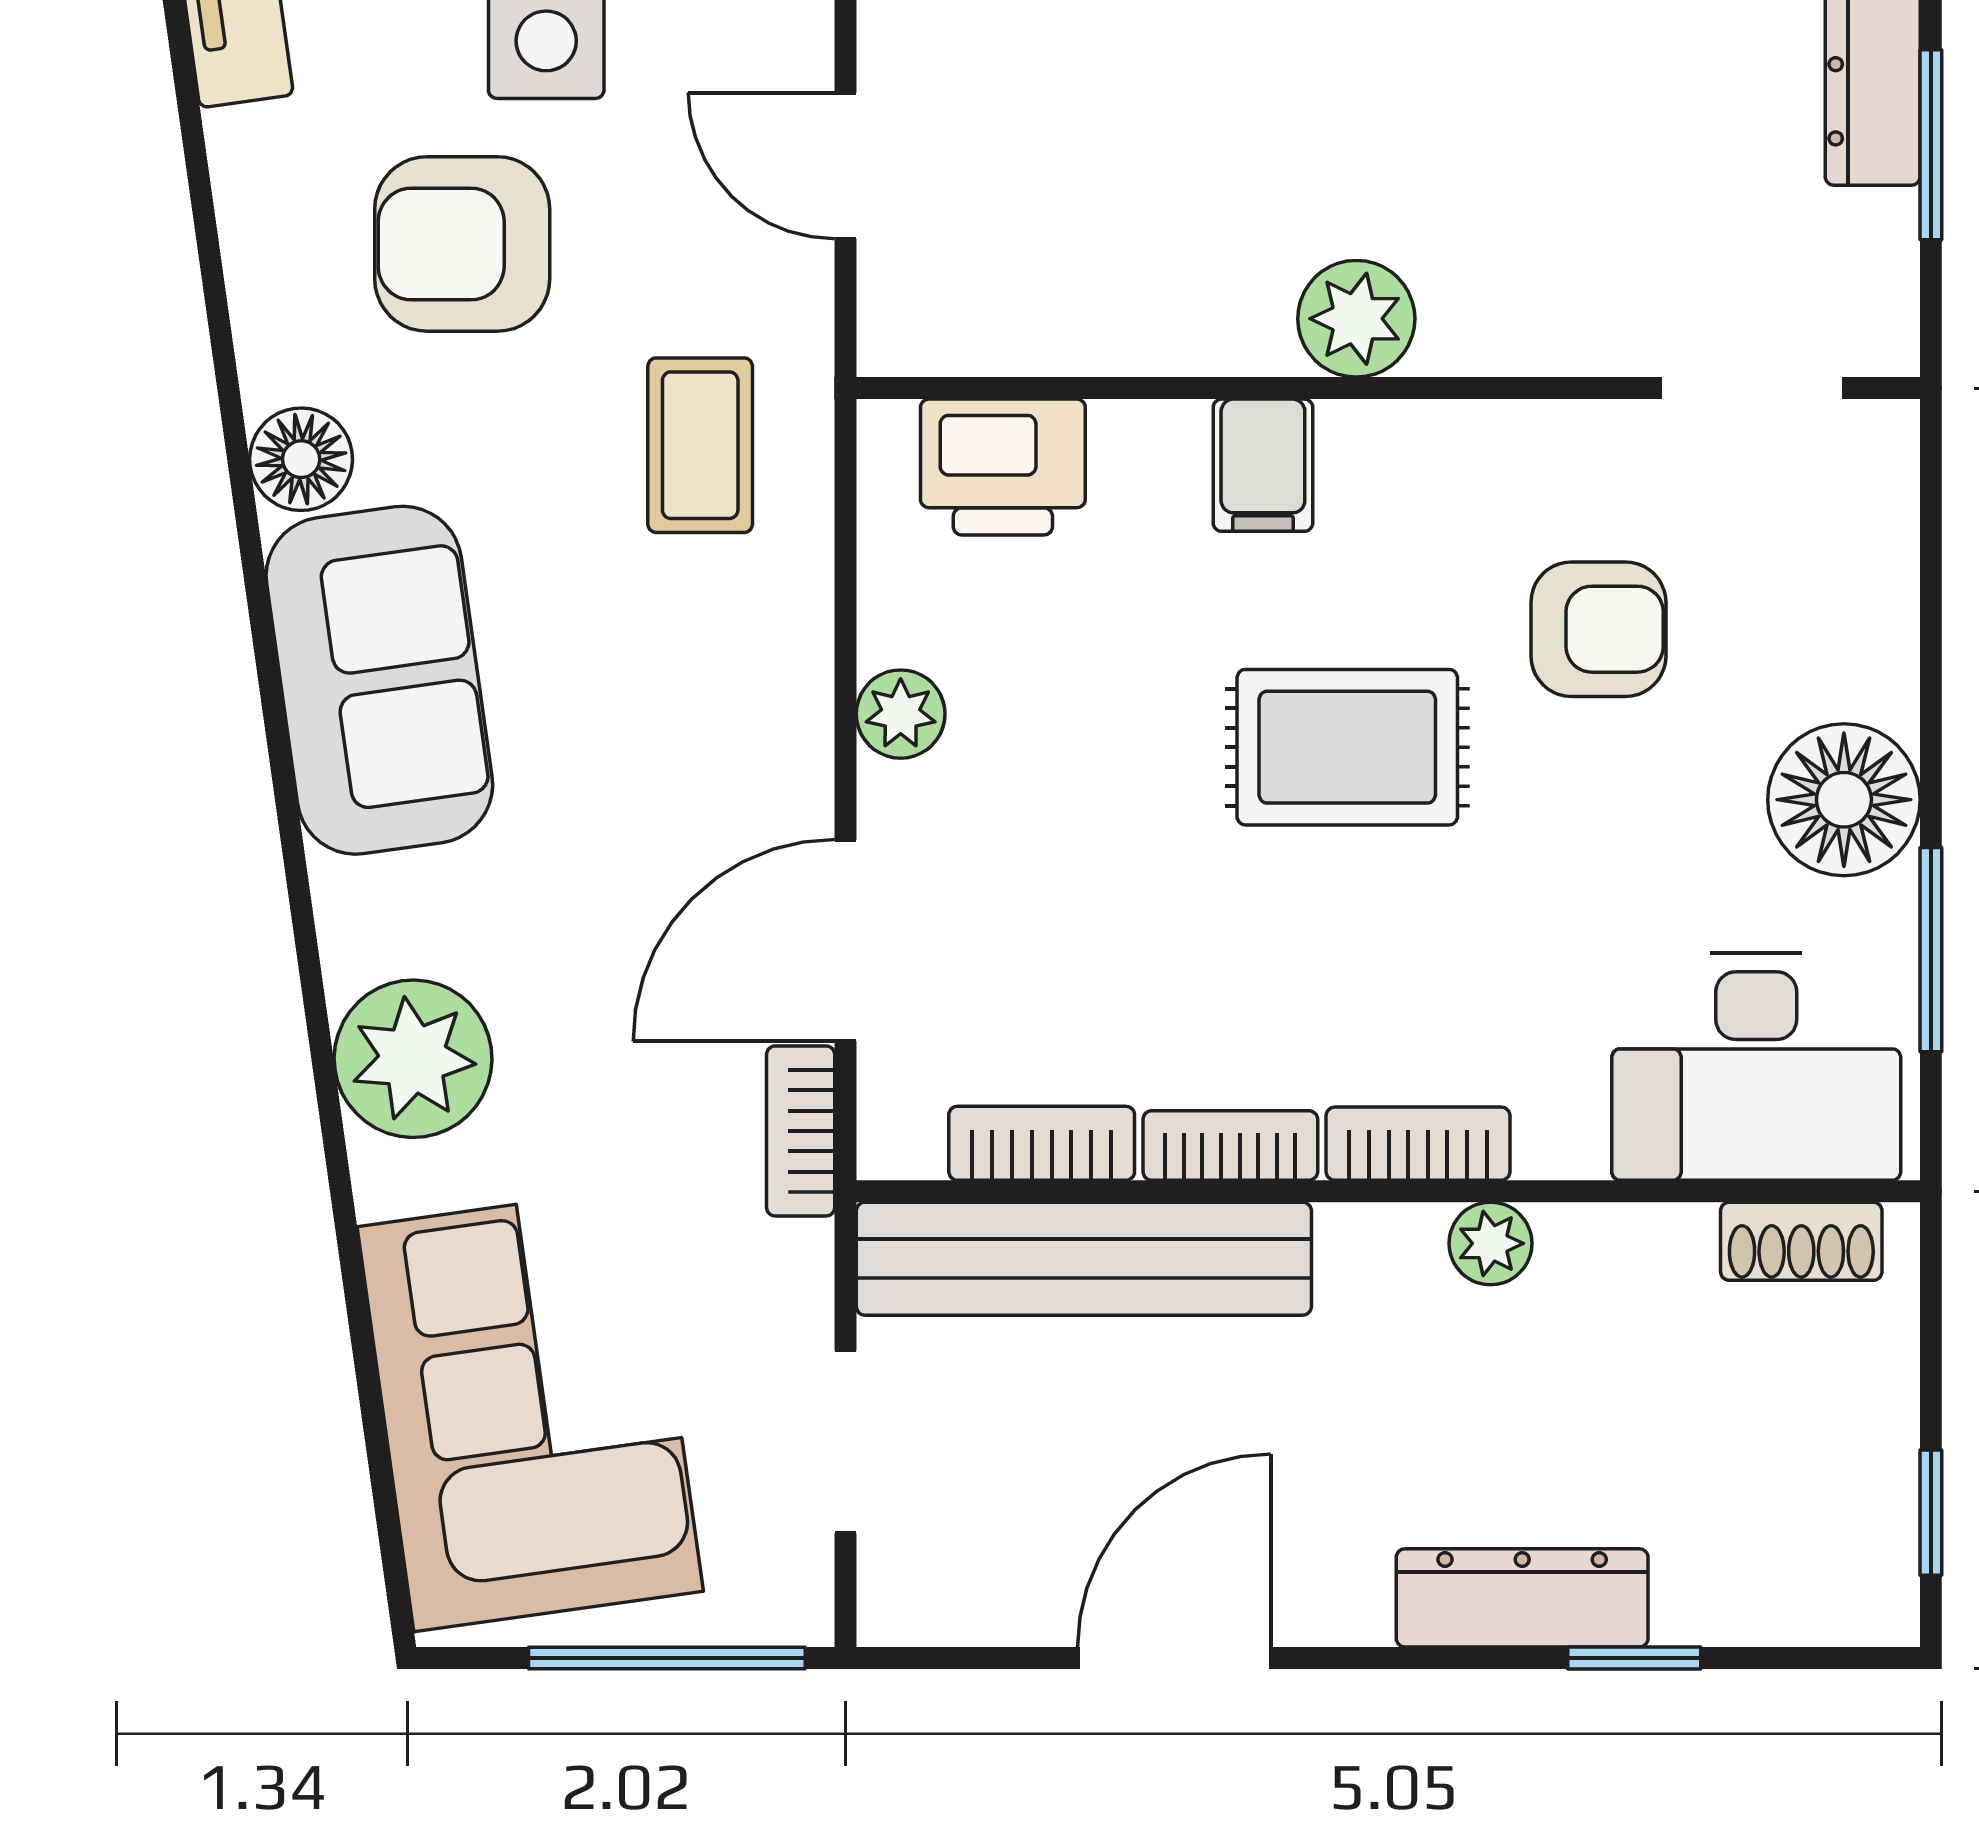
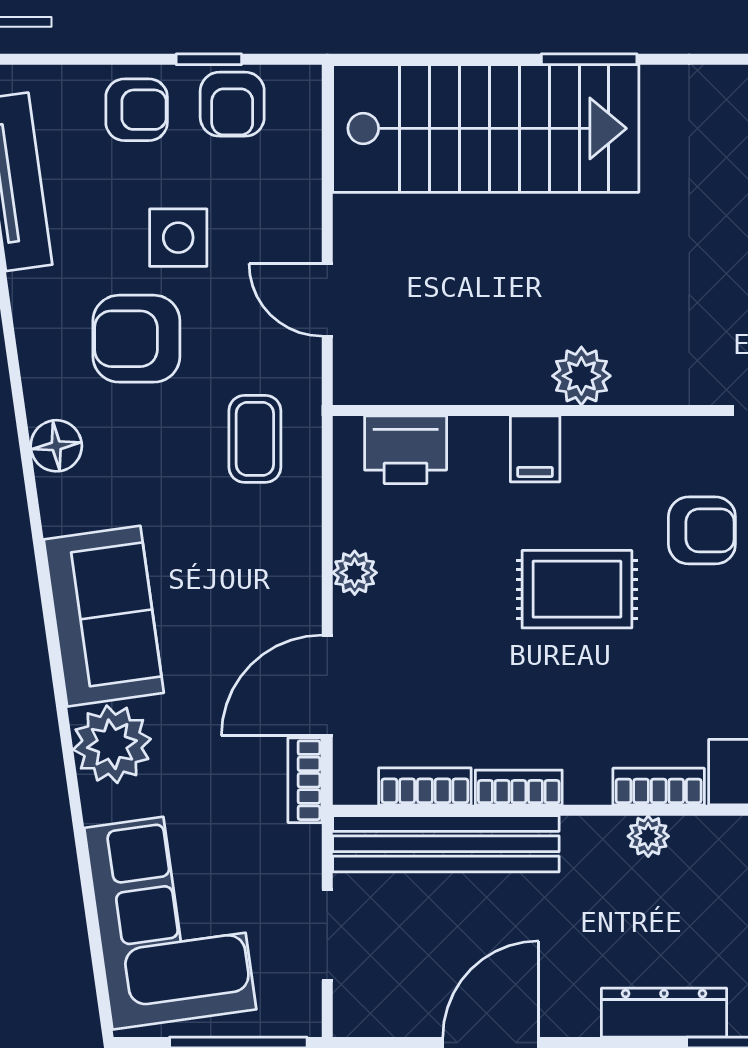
sofa: (379, 680) -> (104, 616), moved
bookcase: (1418, 1144) -> (659, 787), moved

